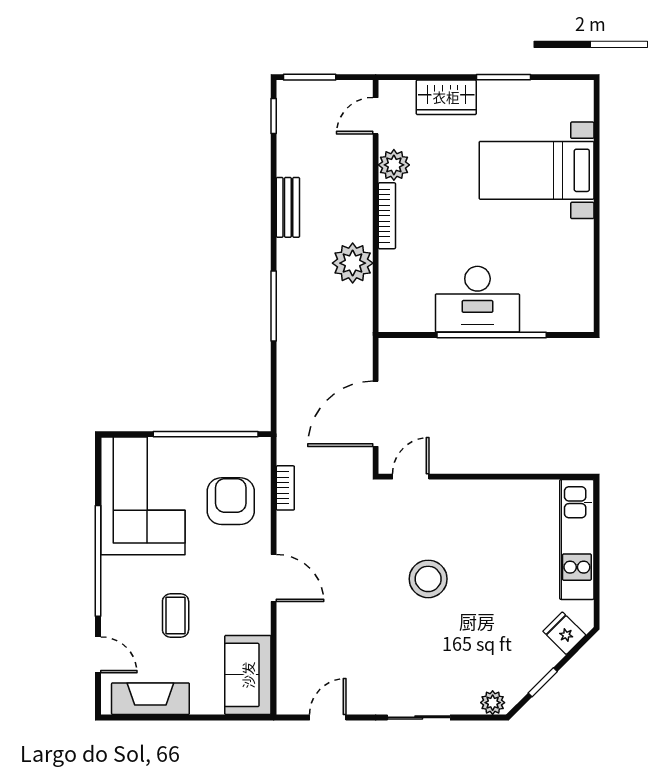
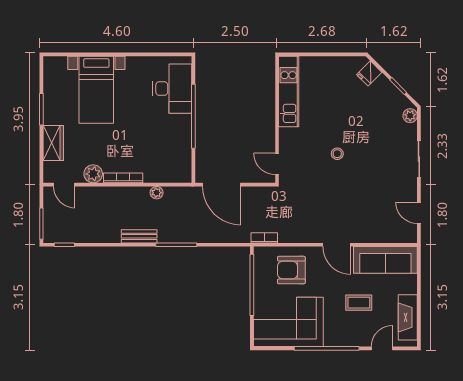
bench: (288, 207) -> (139, 236), moved
plant: (353, 263) -> (157, 193), width x0.53, depth x0.53
desk: (477, 299) -> (172, 89), moved
door: (376, 414) -> (222, 185), moved
bookcase: (285, 488) -> (264, 238), moved
kitchen unit: (577, 539) -> (289, 91), moved, turned -90
door: (274, 578) -> (337, 245), swing flipped
stool: (428, 579) -> (337, 154), width x0.53, depth x0.53
sofa: (248, 675) -> (385, 260), width x1.36

